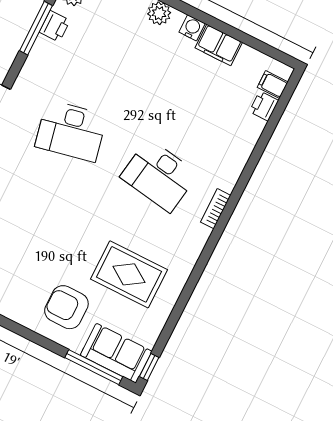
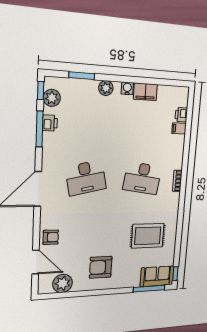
filing cabinet: (273, 85) -> (179, 128), moved
armchair: (66, 307) -> (101, 267), moved

